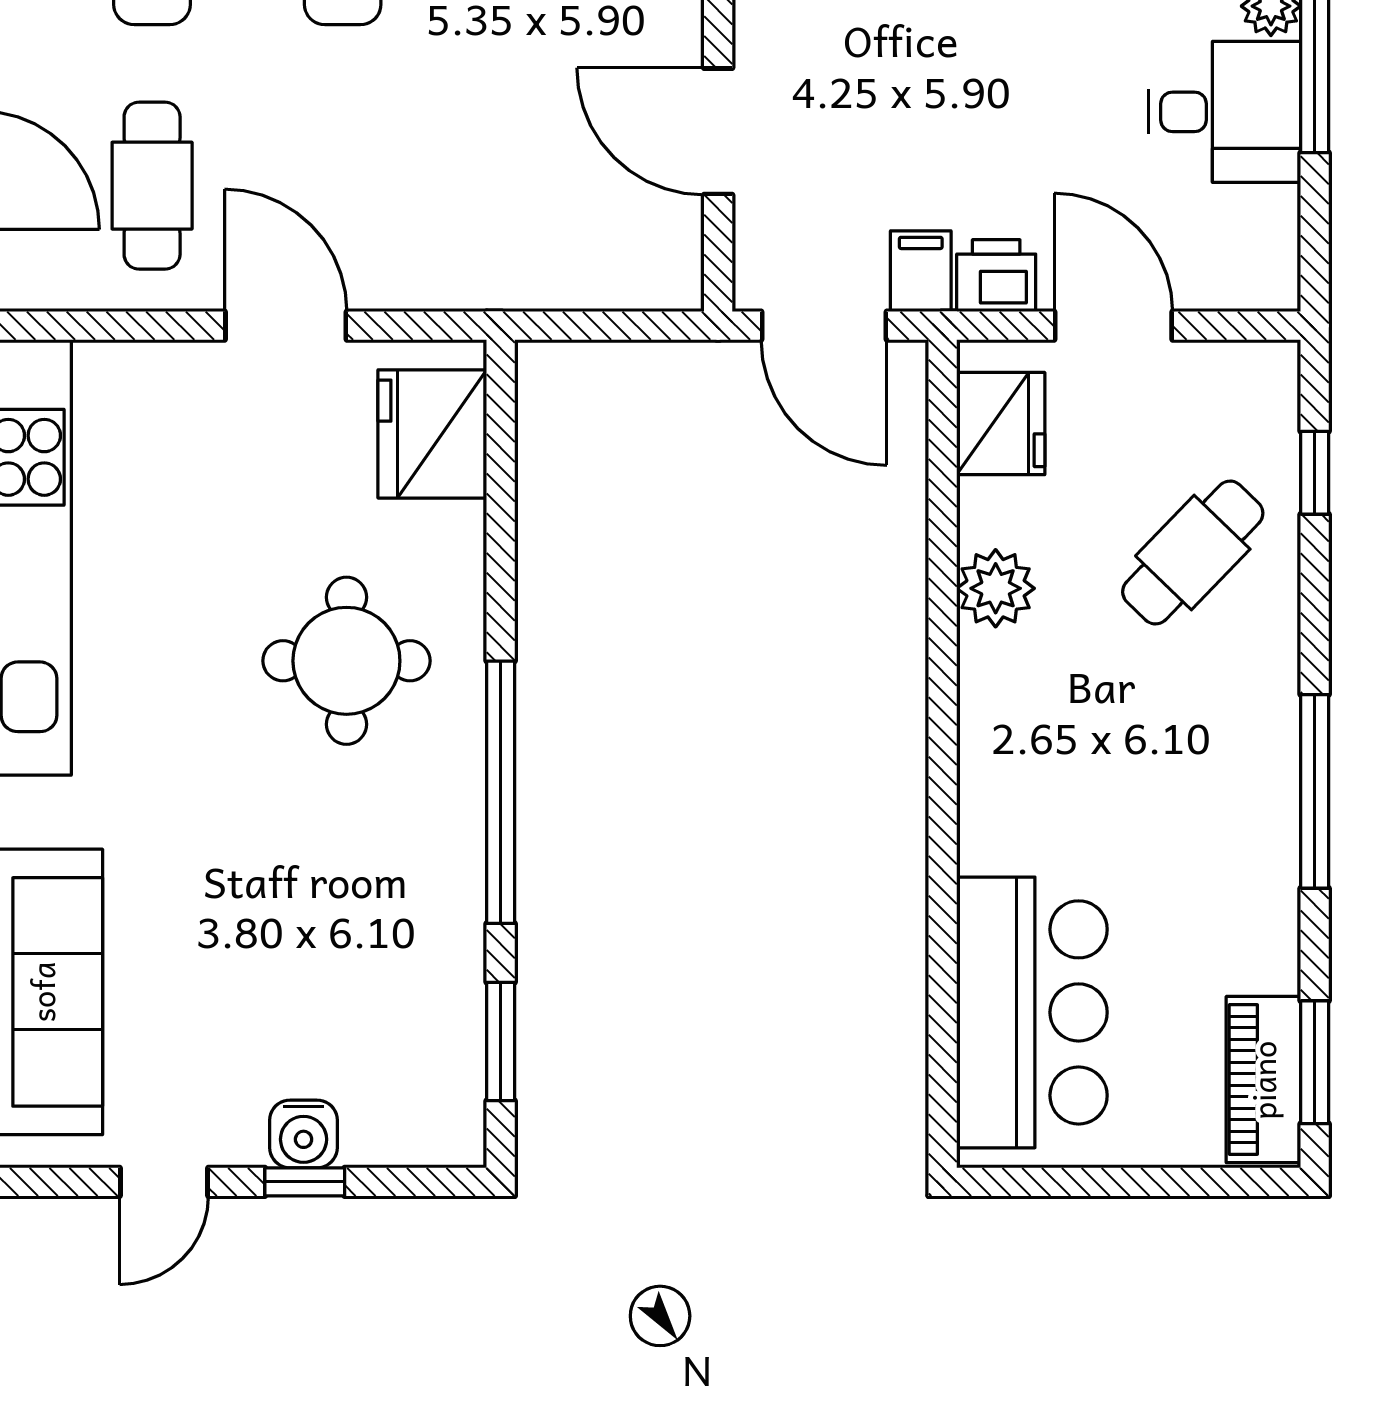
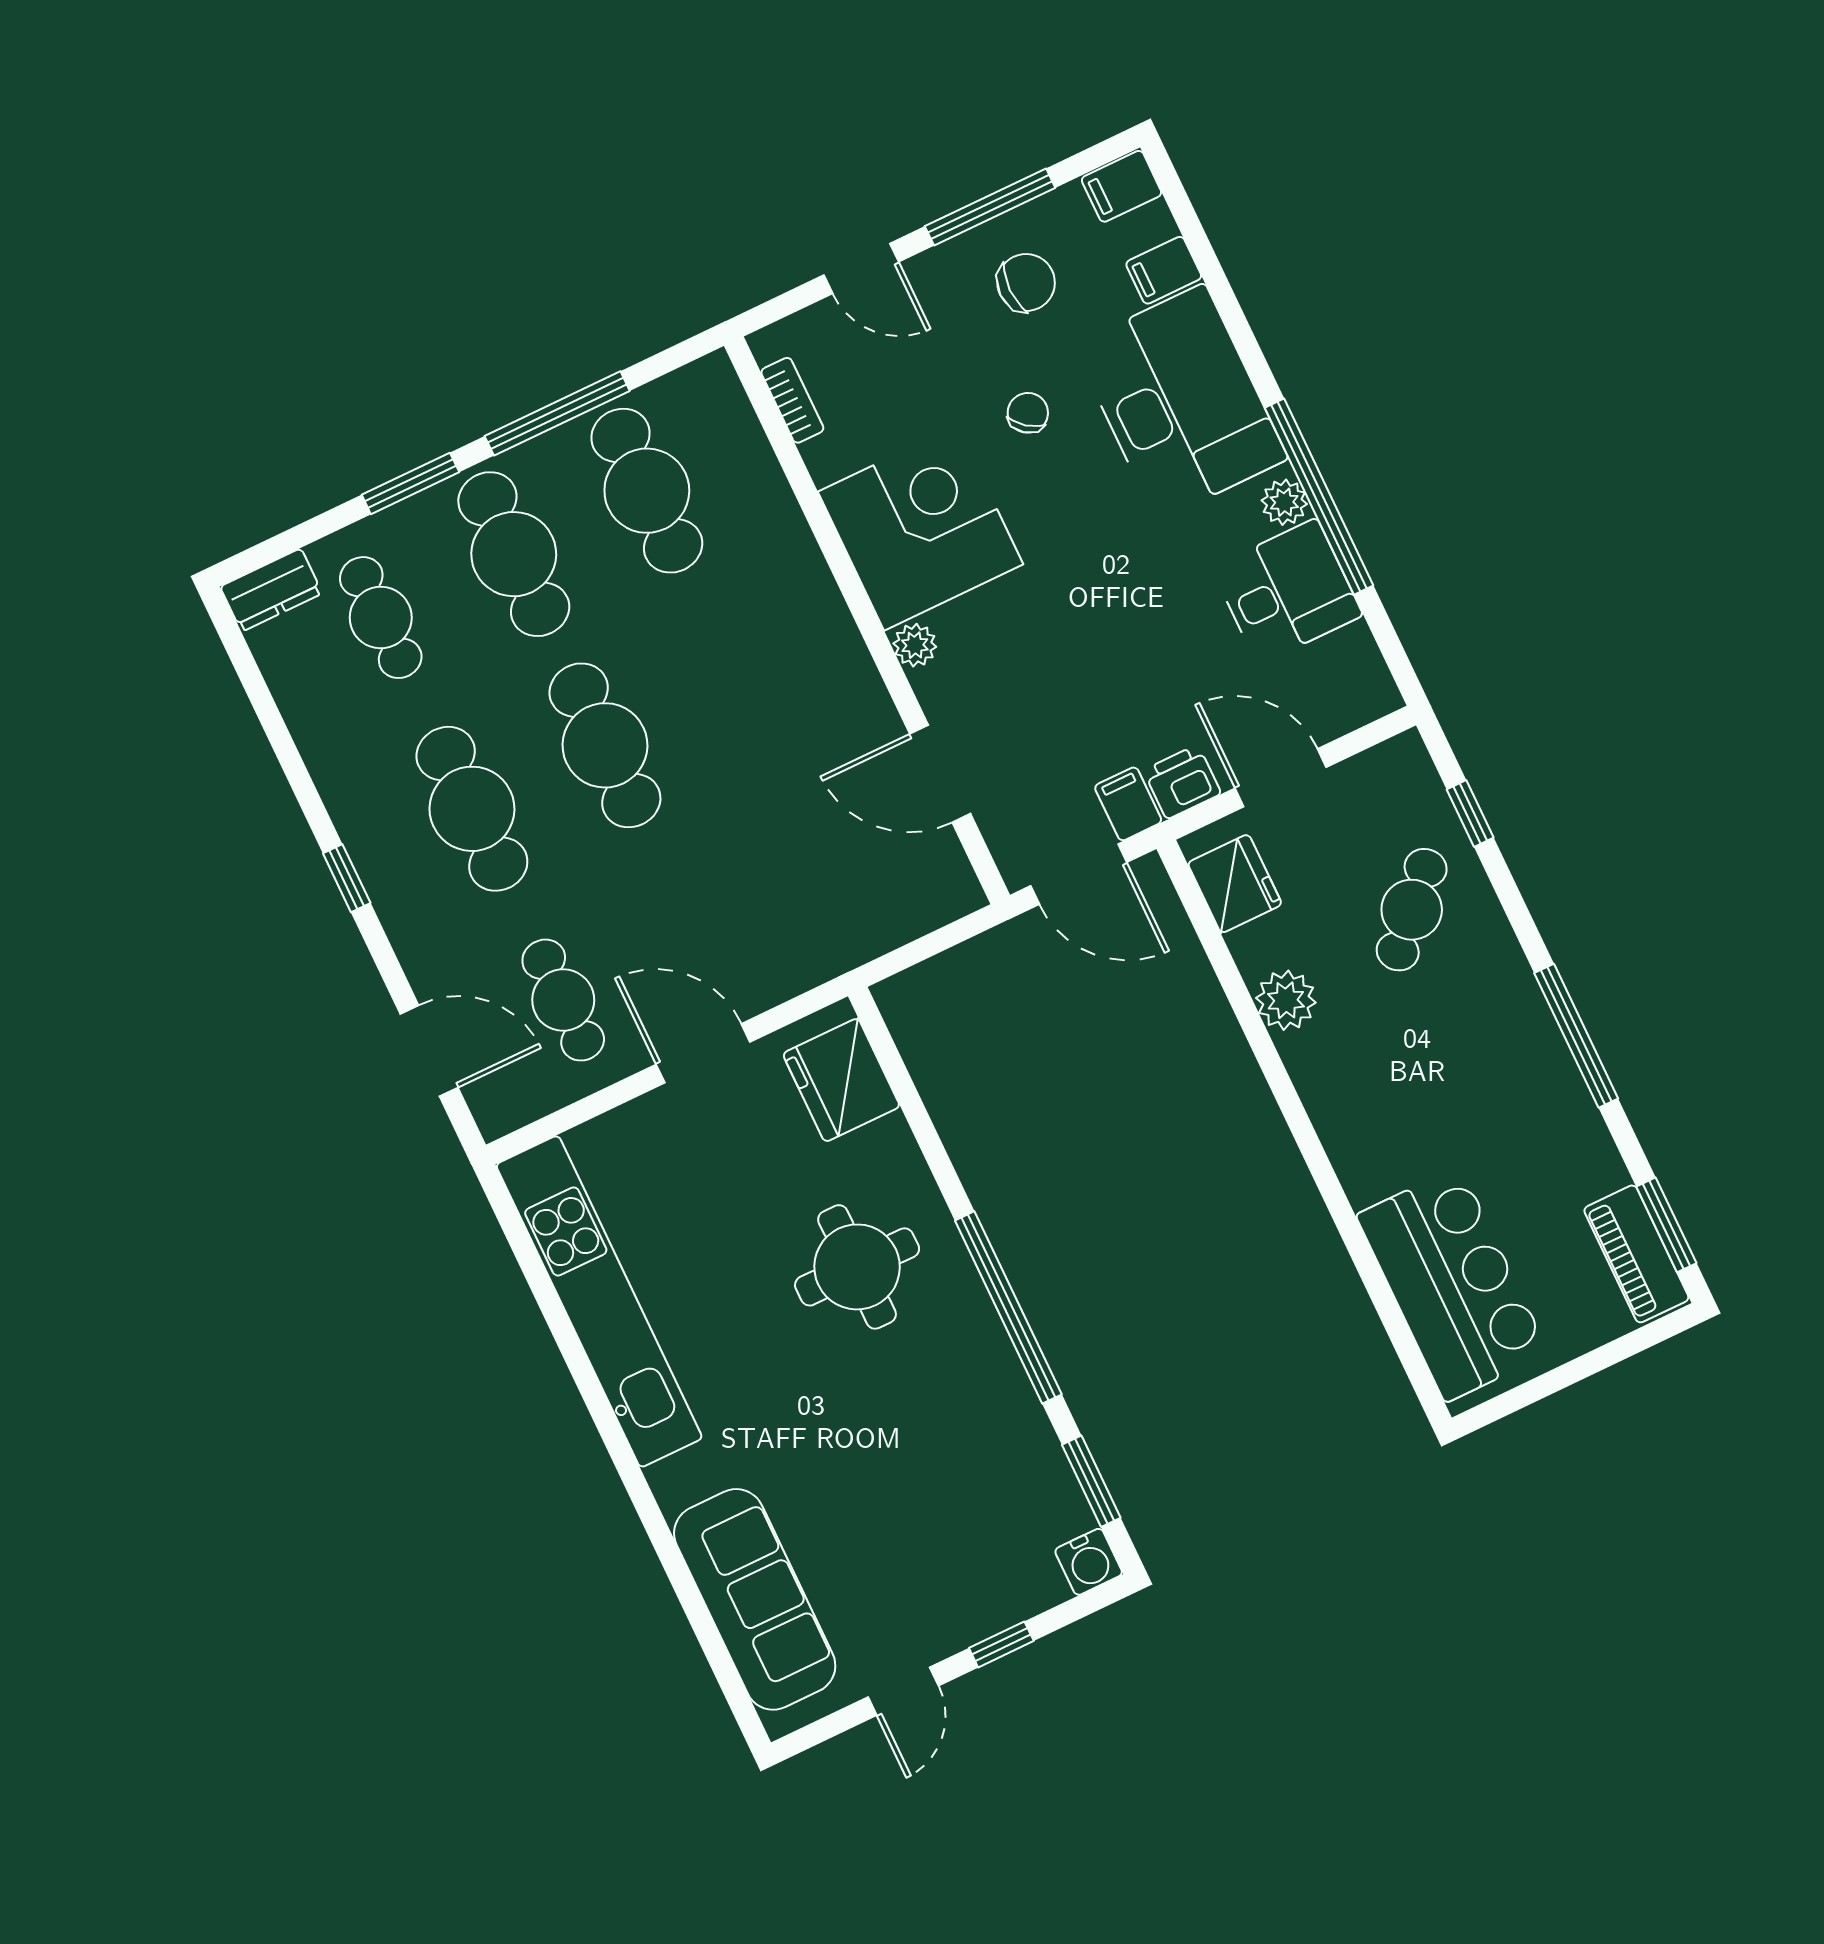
water cooler: (304, 1134) -> (1089, 1562), moved

